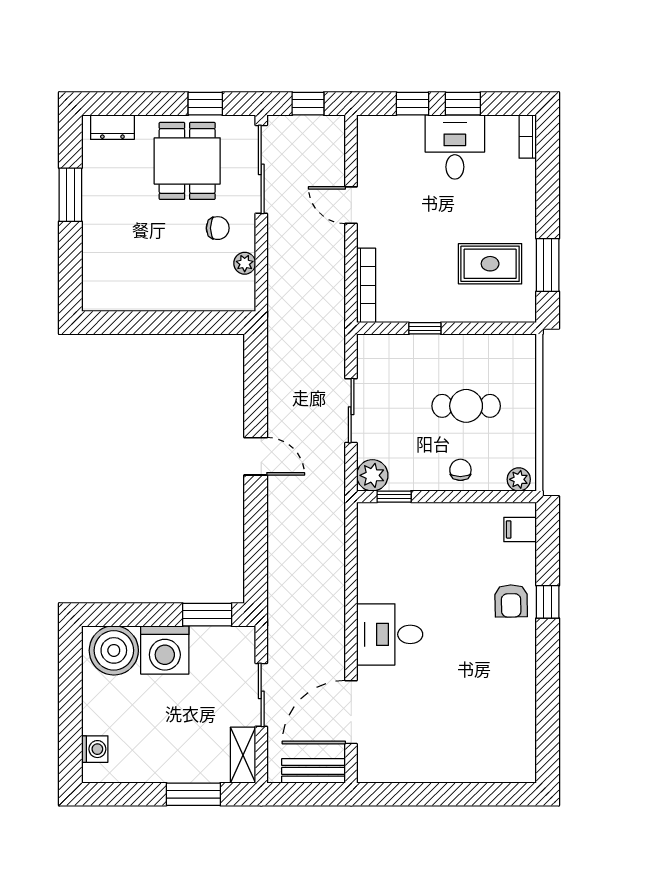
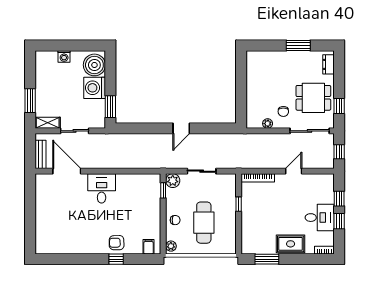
rug: (490, 264) -> (291, 244), moved, turned 90
cafe table: (466, 406) -> (204, 223), width x1.37, depth x1.35
washing machine: (95, 749) -> (64, 56), moved

